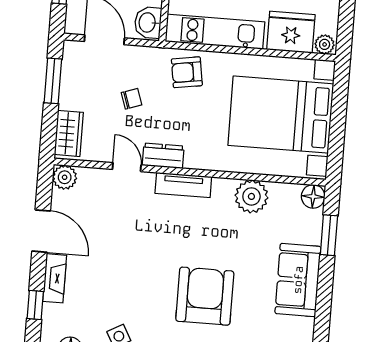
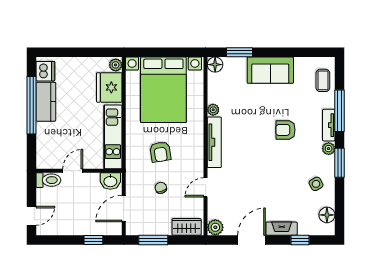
armchair: (187, 72) -> (160, 152), moved
dresser: (163, 156) -> (196, 164), removed
tv unit: (183, 185) -> (214, 142), width x1.41
plant: (251, 196) -> (213, 110), width x0.53, depth x0.53
armchair: (205, 296) -> (286, 130), width x0.53, depth x0.53

